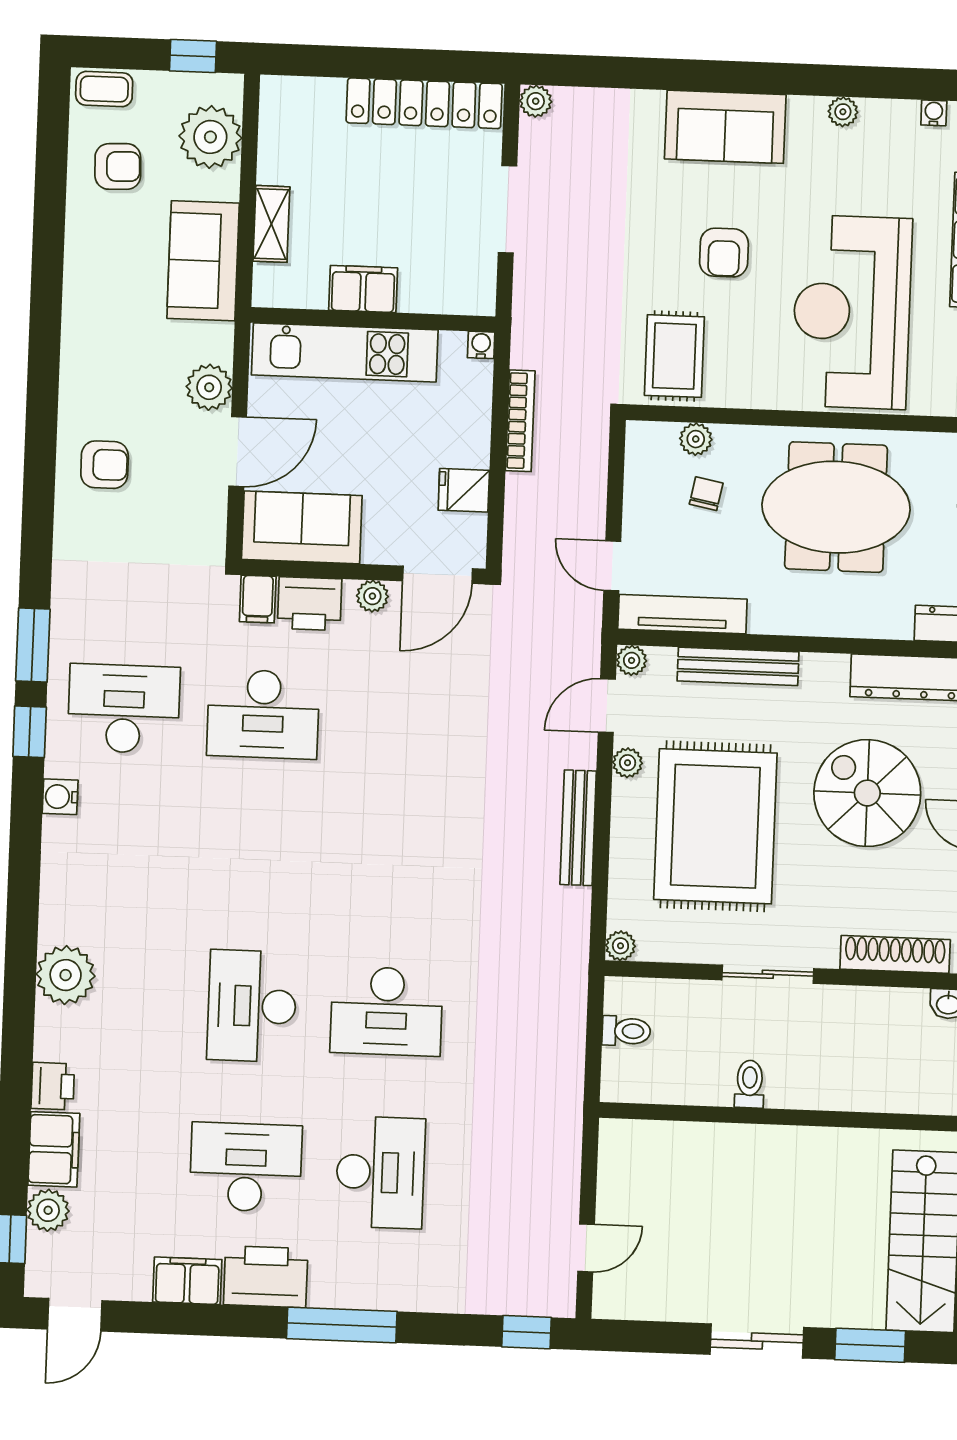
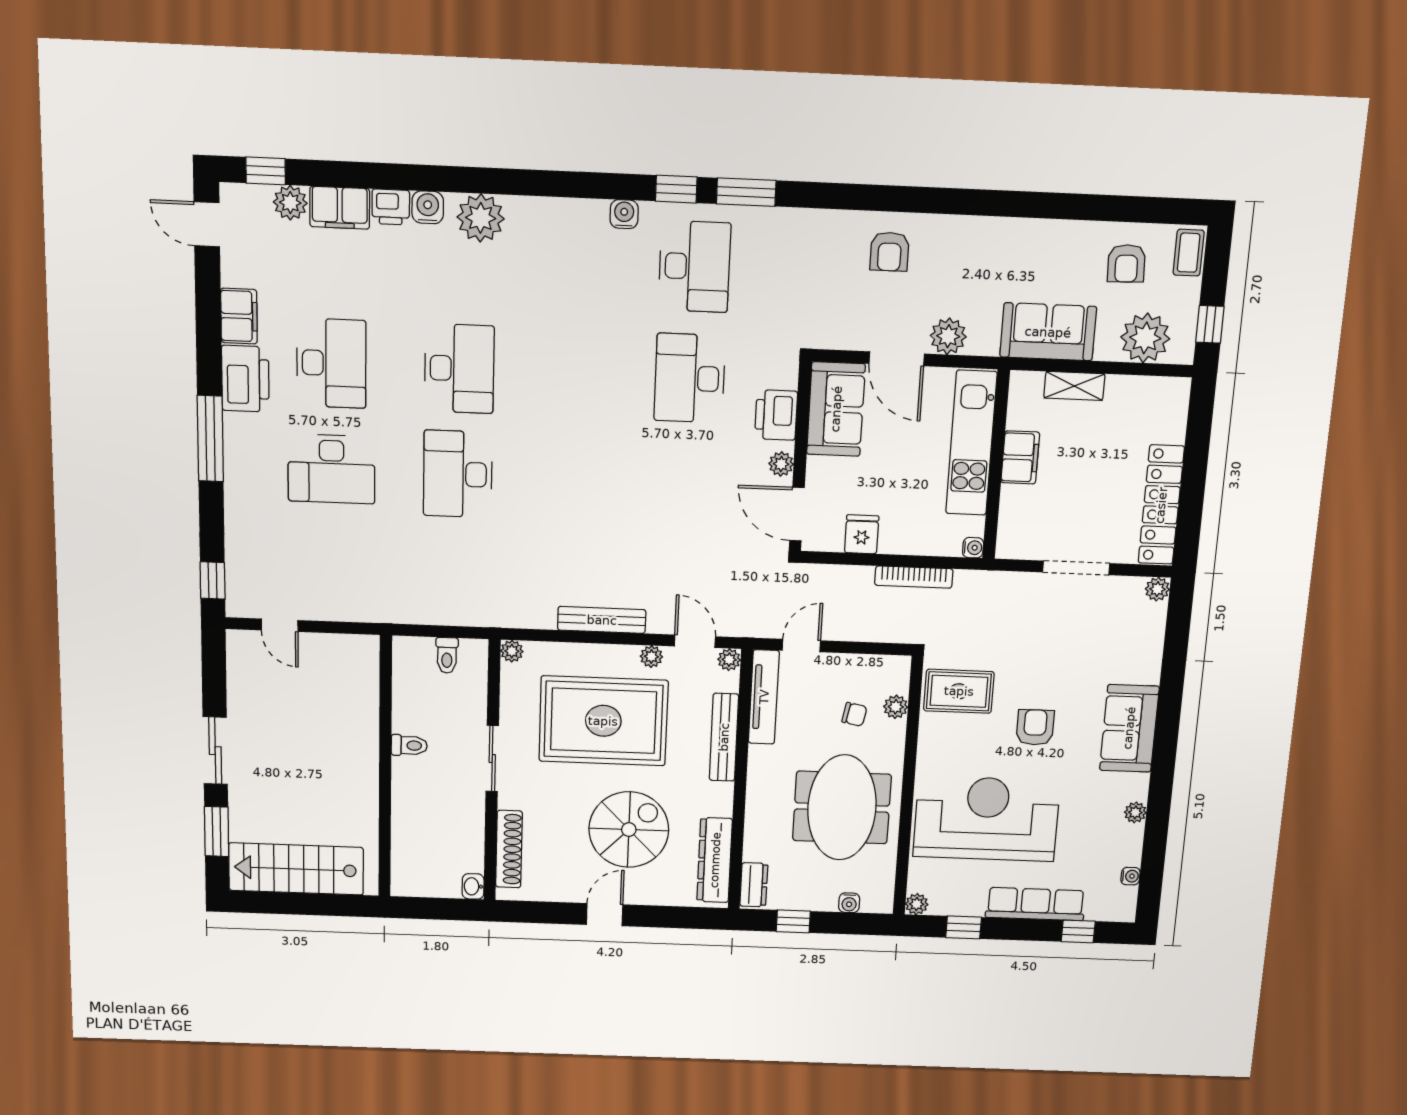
armchair: (724, 253) -> (1035, 727), turned 90
filing cabinet: (258, 599) -> (780, 374), removed
desk: (252, 1006) -> (459, 369), turned 90
water cooler: (53, 1040) -> (428, 207), added

